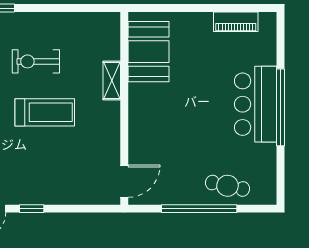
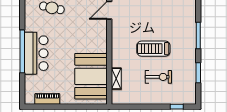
booth: (149, 52) -> (91, 76), width x1.36, depth x1.42
shelving: (112, 80) -> (116, 79), moved

